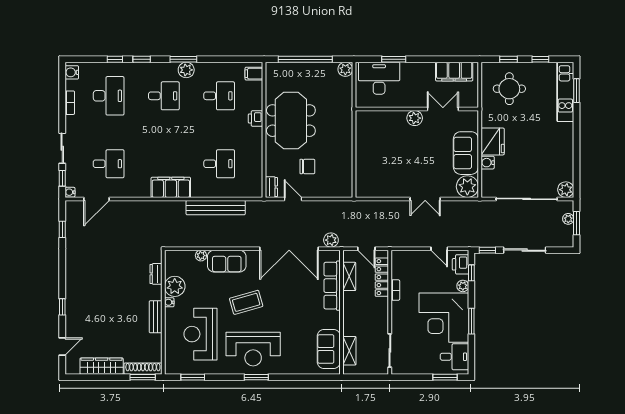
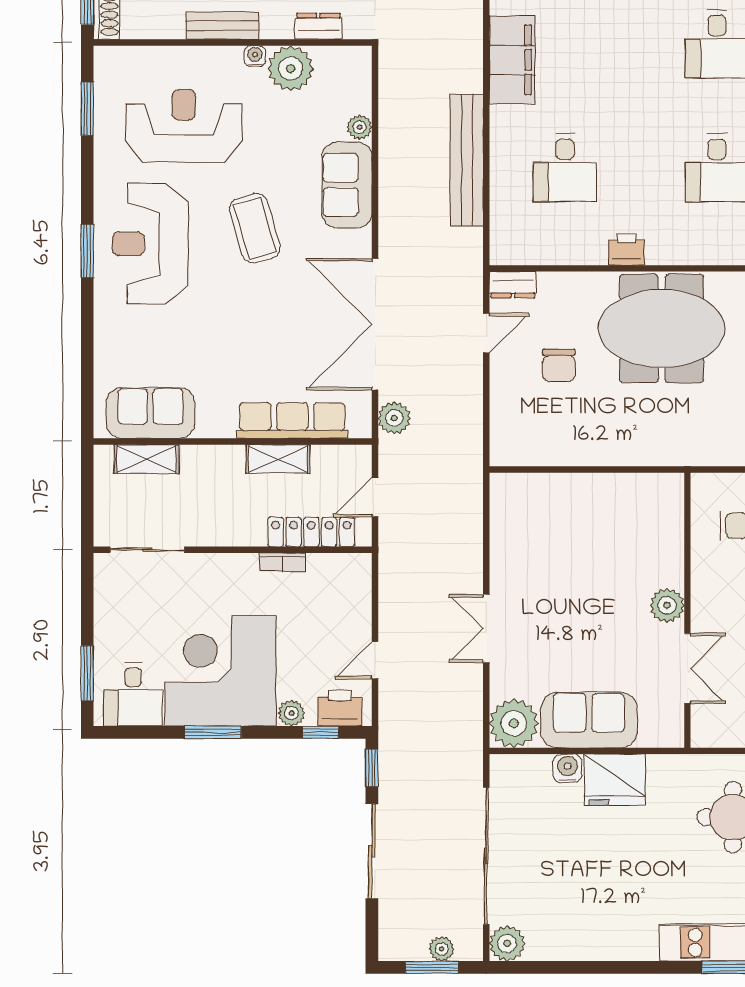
printer: (256, 118) -> (627, 249), moved
shelving: (349, 276) -> (278, 459), moved

